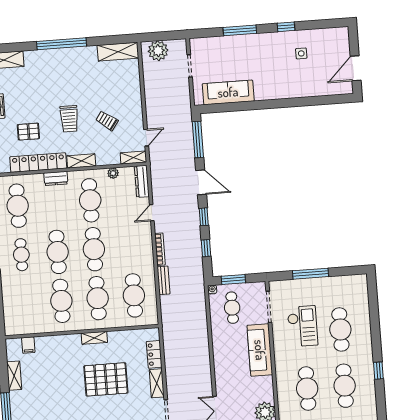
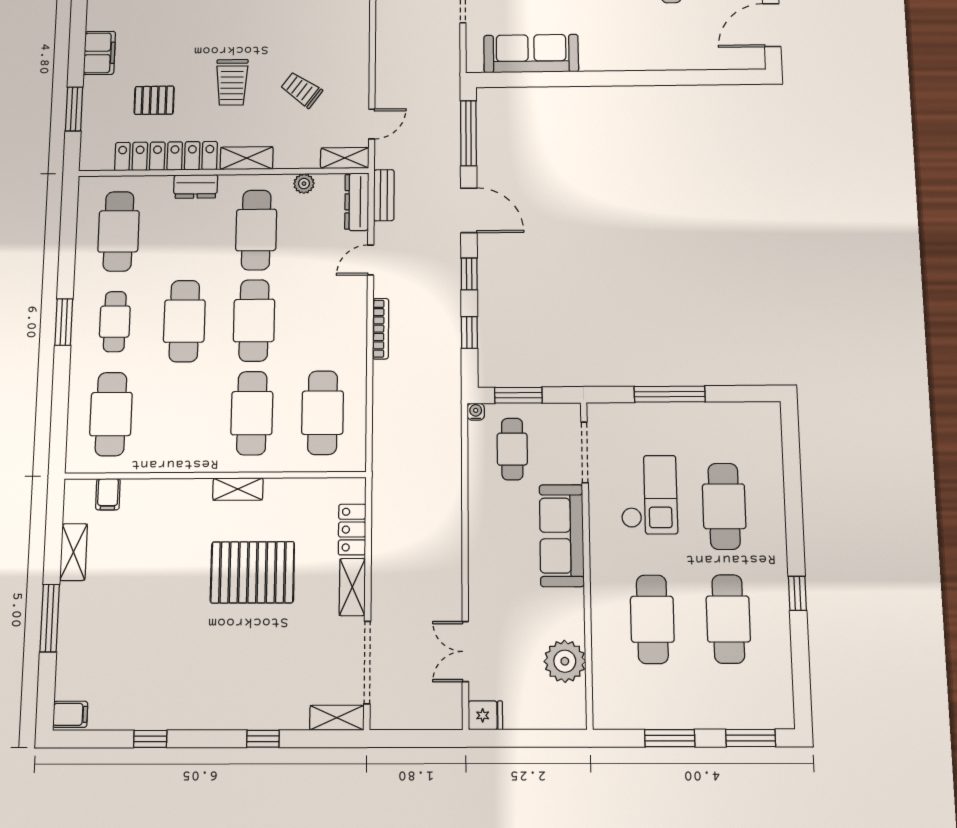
bench: (164, 280) -> (384, 195), moved
cafe table: (61, 301) -> (111, 414), moved

